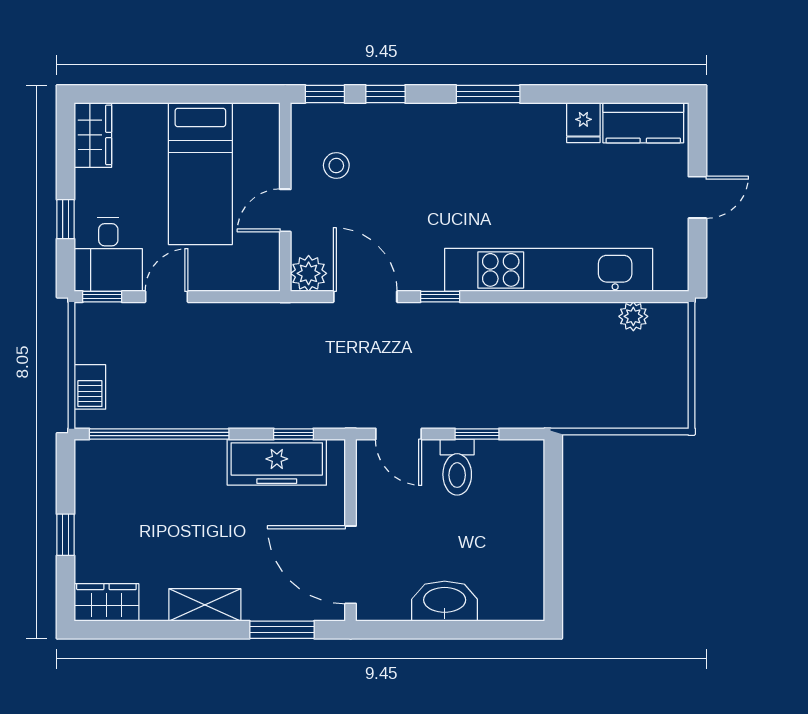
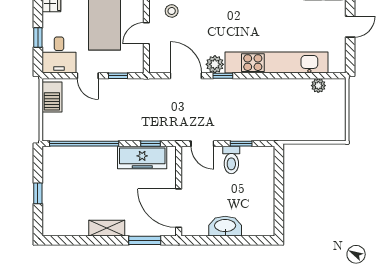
plant: (309, 273) -> (215, 64), moved
window: (102, 297) -> (118, 76), moved
door: (167, 297) -> (88, 76), swing flipped
barbecue: (90, 387) -> (52, 97), moved, width x1.38, depth x1.27
wardrobe: (106, 602) -> (58, 227), removed

